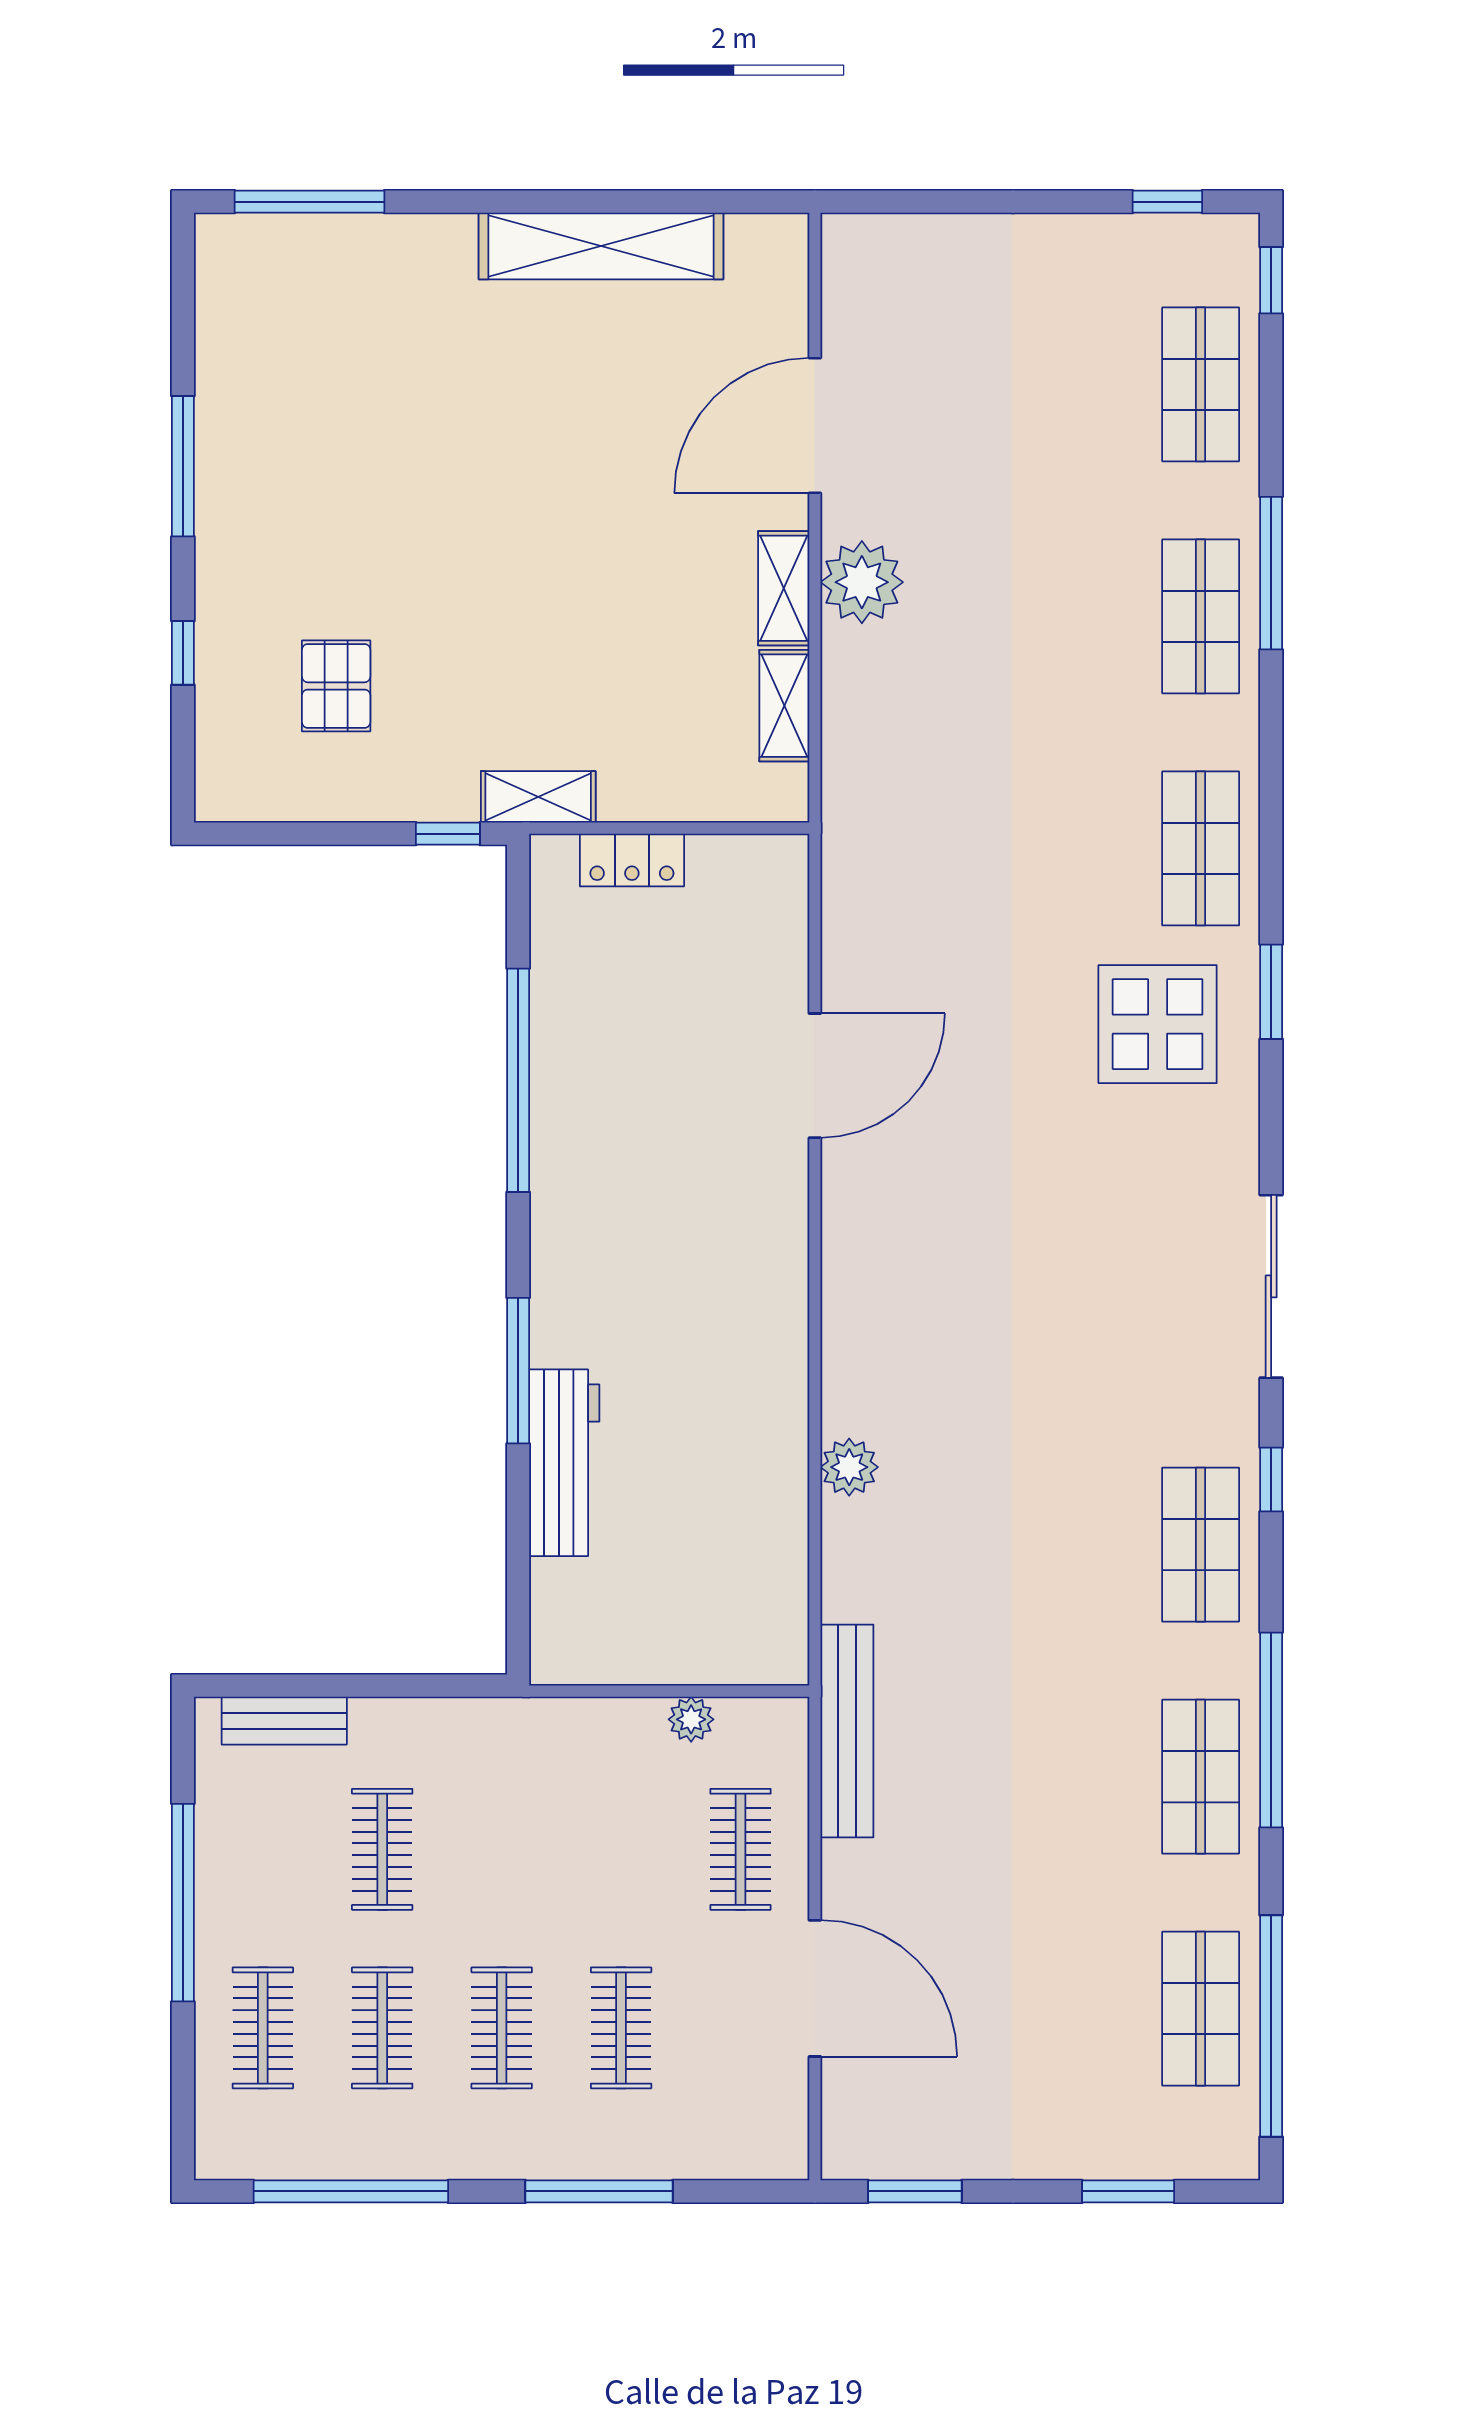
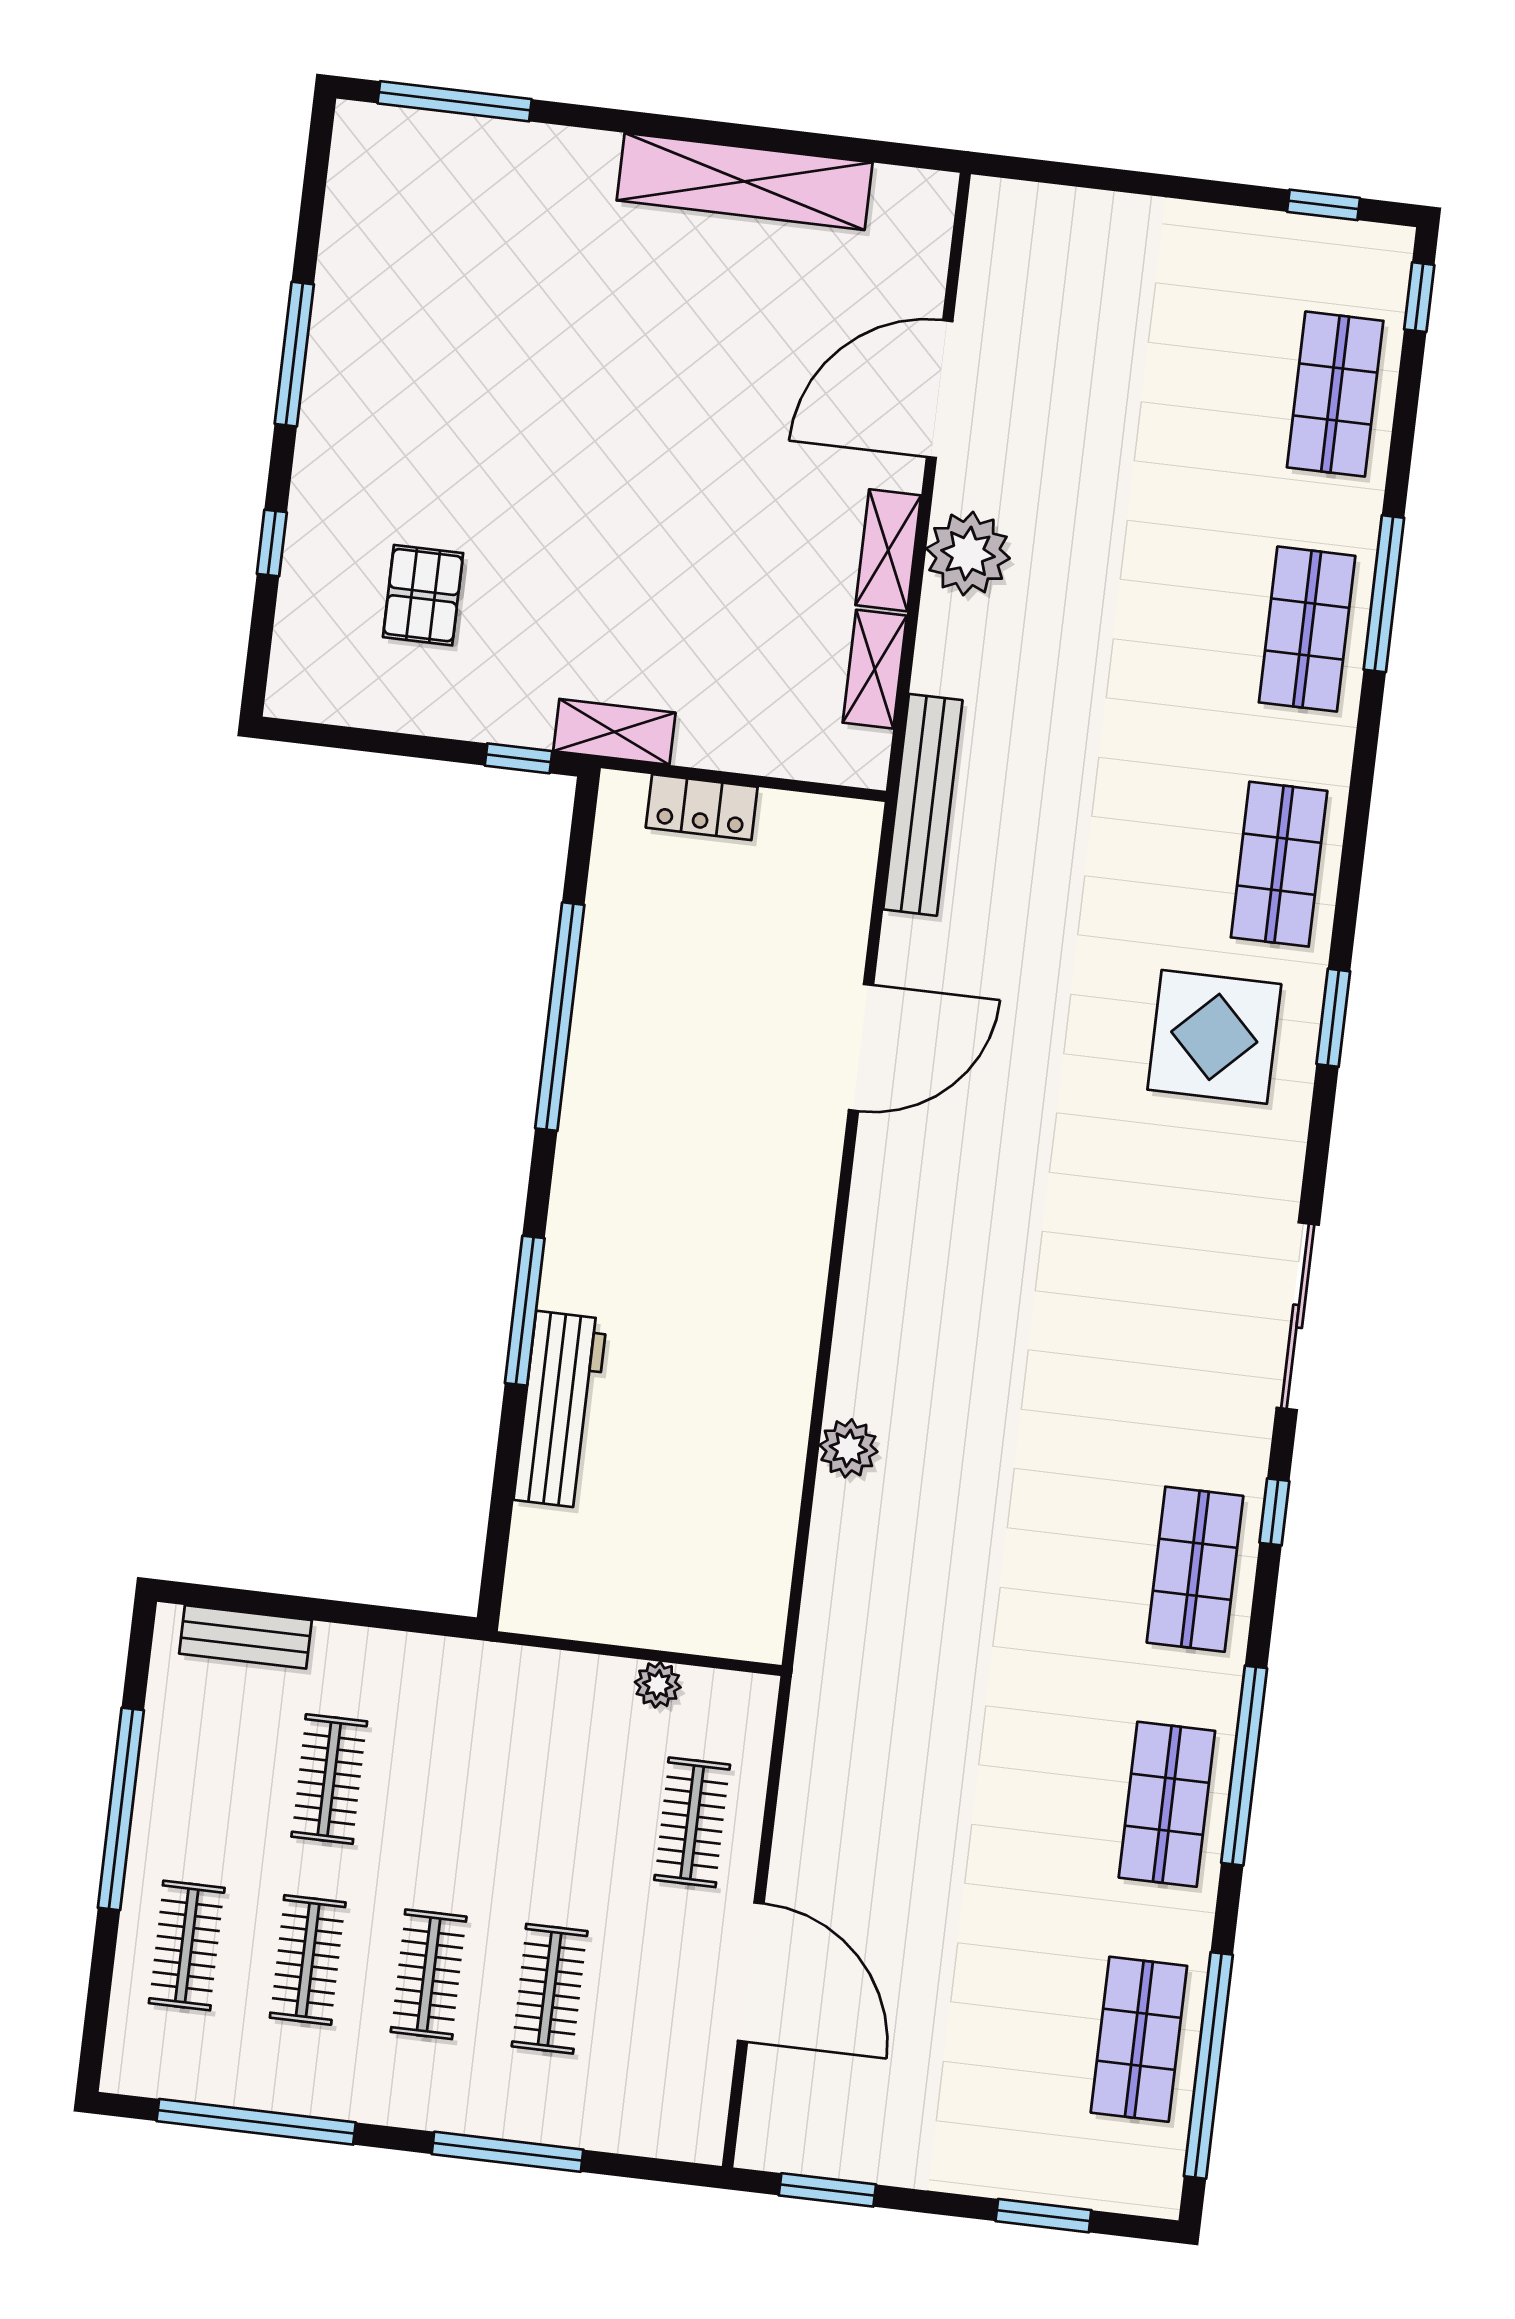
bench: (847, 1731) -> (923, 805), moved

